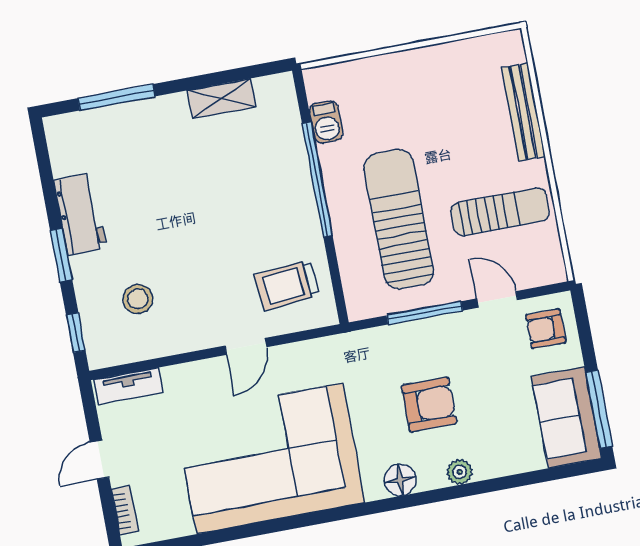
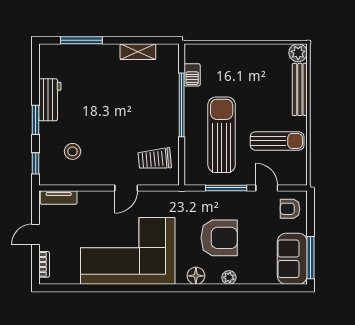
plant: (508, 47) -> (298, 53), added
armchair: (429, 404) -> (219, 238), width x1.36, depth x1.36

